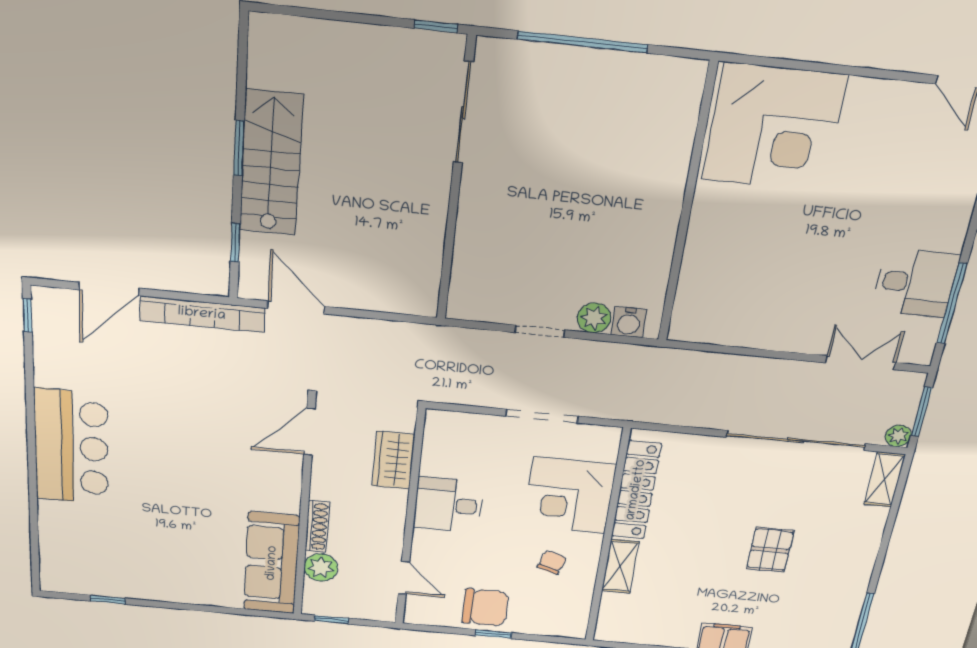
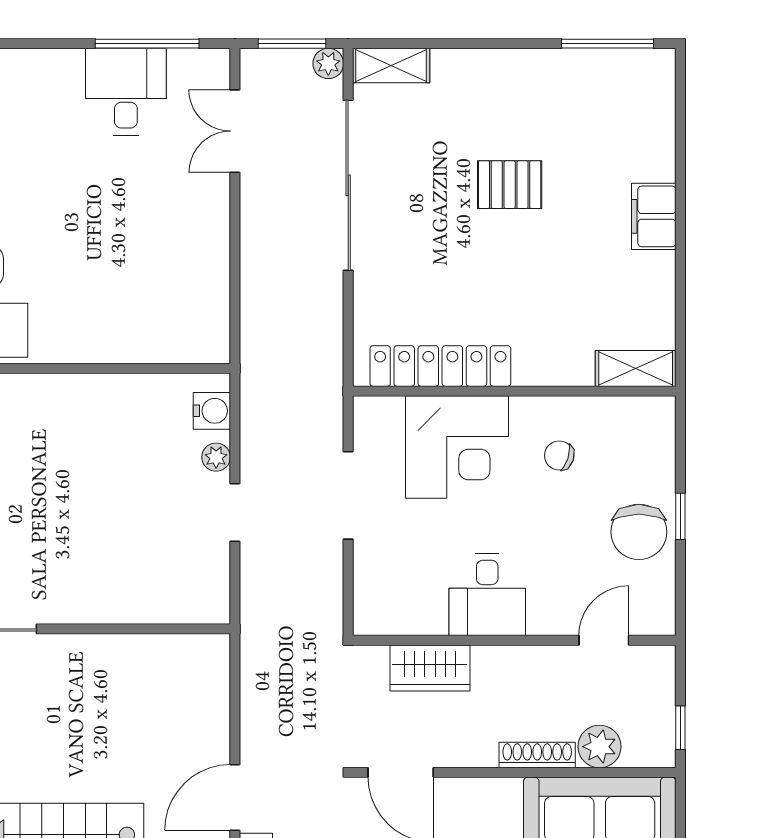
plant: (594, 318) -> (216, 457), width x0.73, depth x0.73
shelving: (620, 566) -> (636, 368), moved
chair: (485, 607) -> (639, 532), turned 180

